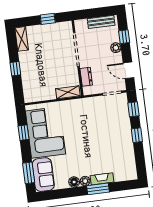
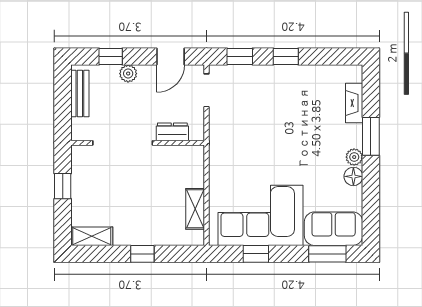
shelving: (68, 92) -> (195, 209), moved
fireplace: (102, 179) -> (354, 103), moved

